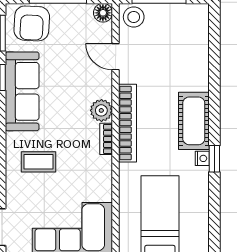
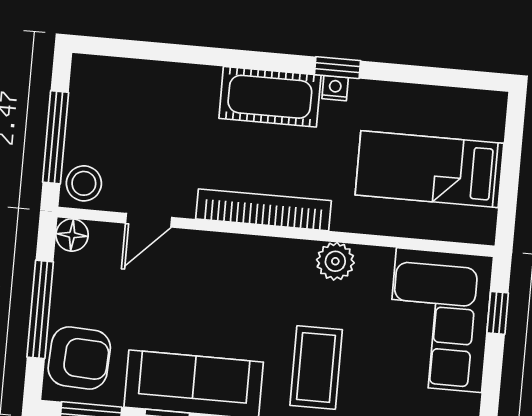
plant: (101, 110) -> (335, 261), moved
bookcase: (106, 139) -> (287, 249), removed
coffee table: (38, 162) -> (316, 367), width x1.36, depth x1.30

